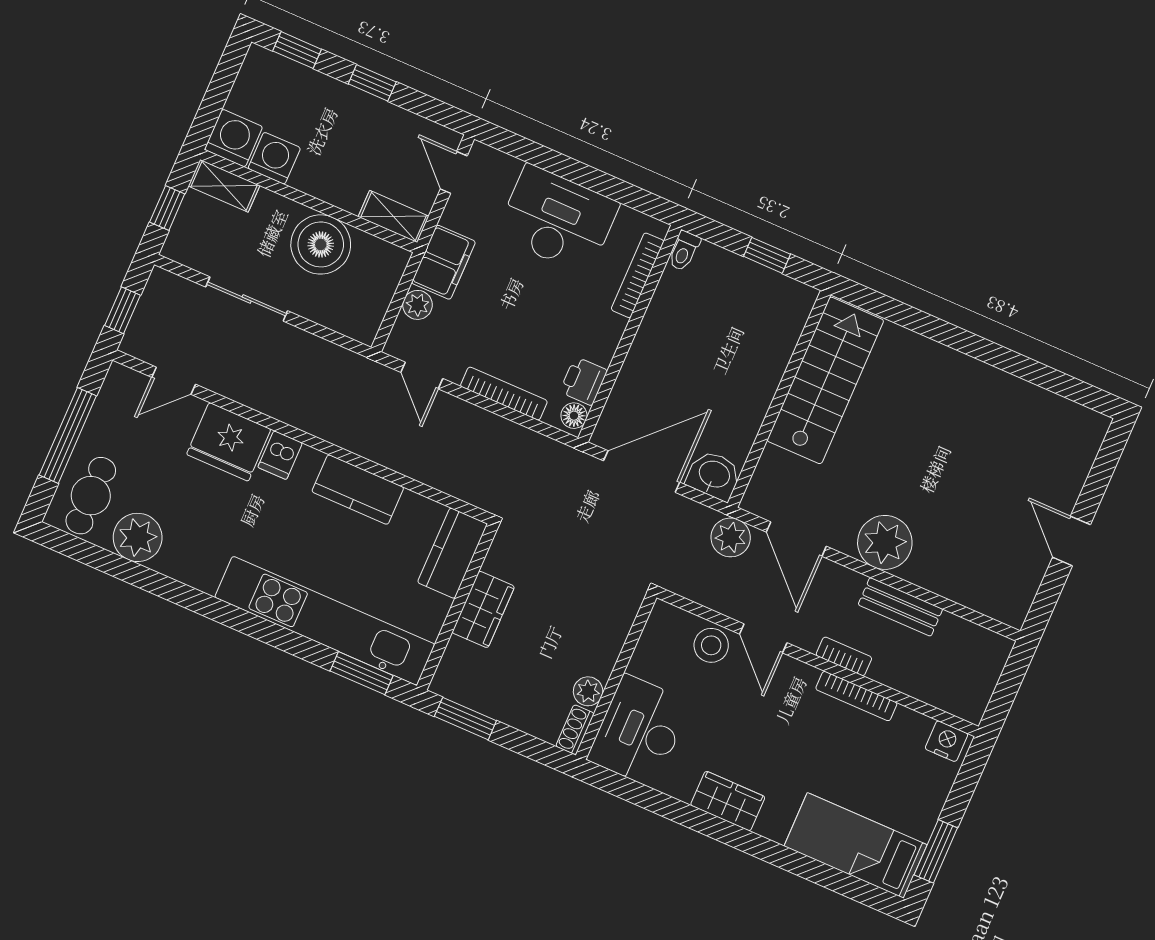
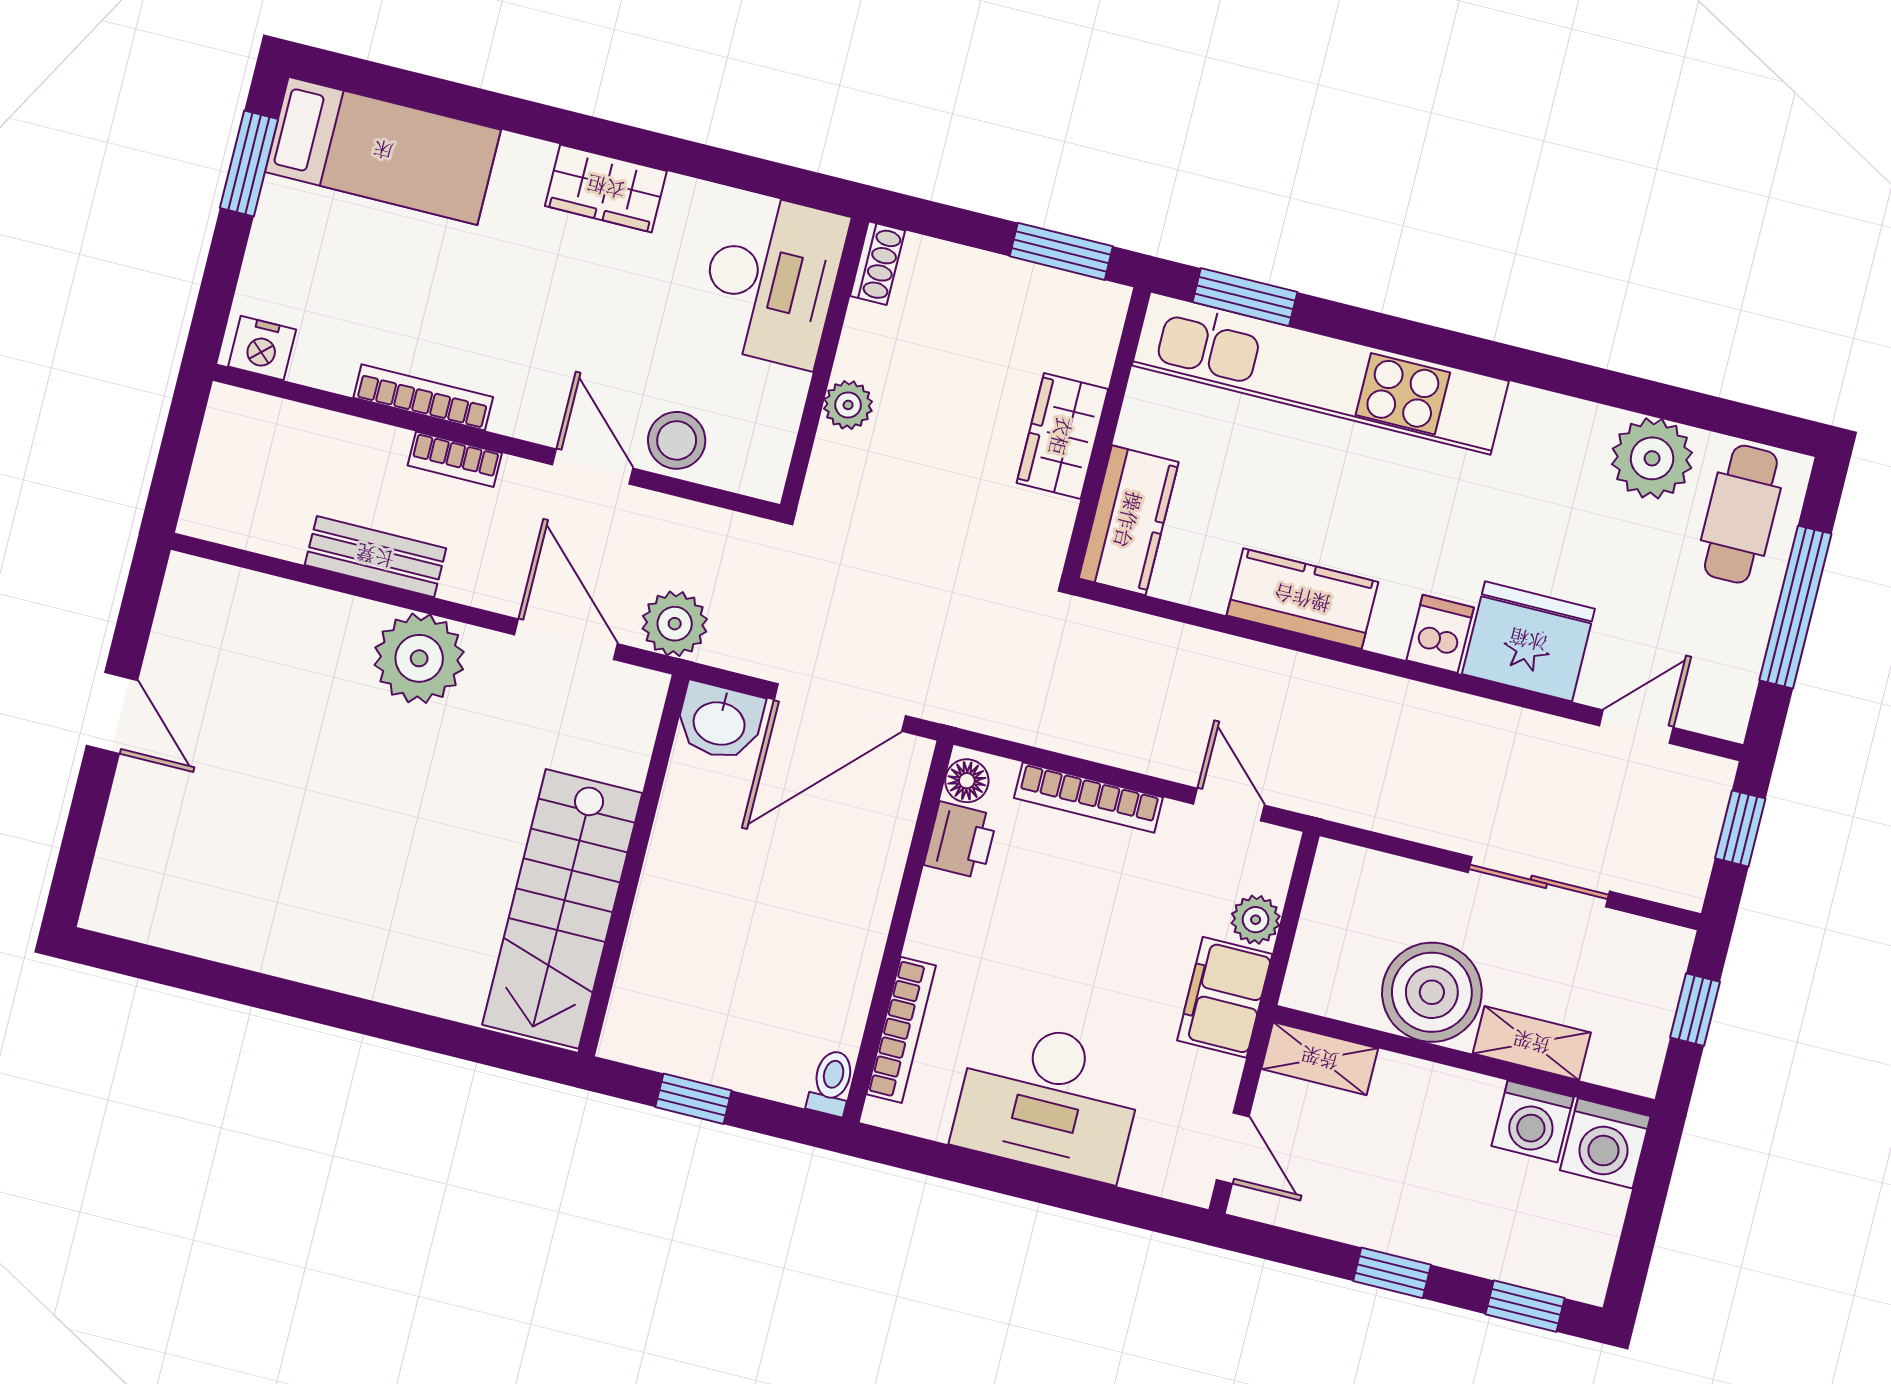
shelving: (224, 186) -> (1532, 1043), moved
plant: (588, 691) -> (848, 405), moved

